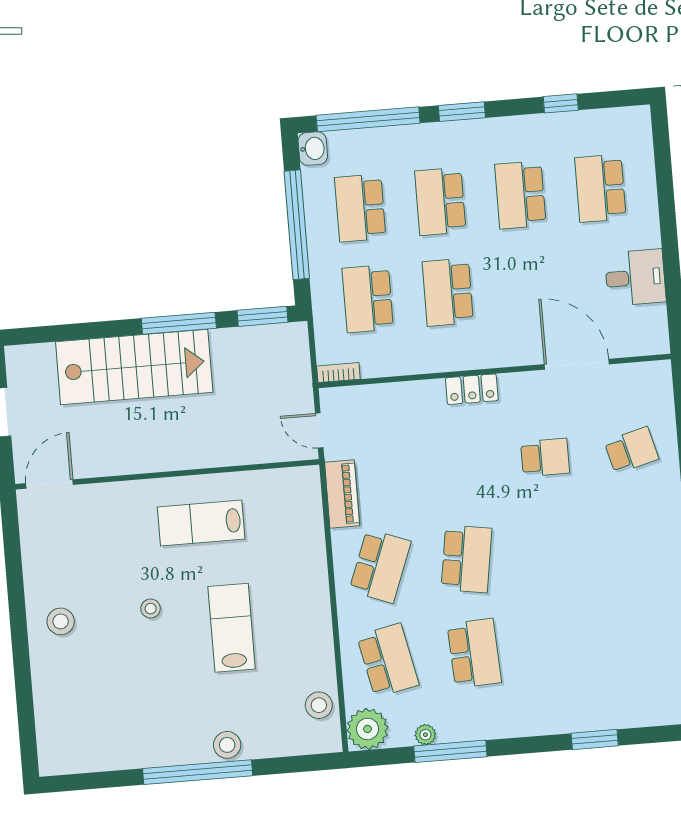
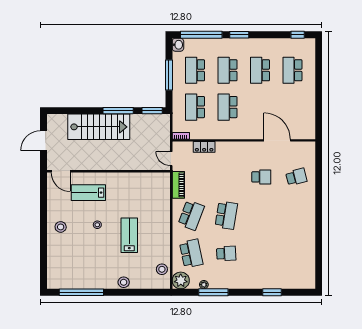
window: (561, 103) -> (298, 35), moved
window: (297, 225) -> (169, 75), width x0.68
desk: (635, 278) -> (304, 107), removed
locker: (472, 389) -> (204, 147), moved
door: (49, 484) -> (61, 171), swing flipped
lab bench: (201, 523) -> (88, 193), moved
school desk: (474, 653) -> (226, 254), width x0.54
window: (198, 772) -> (81, 292), moved

